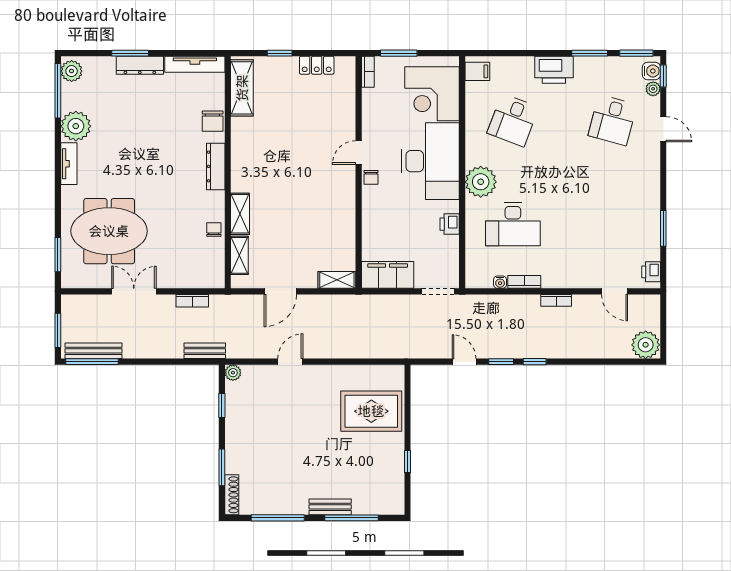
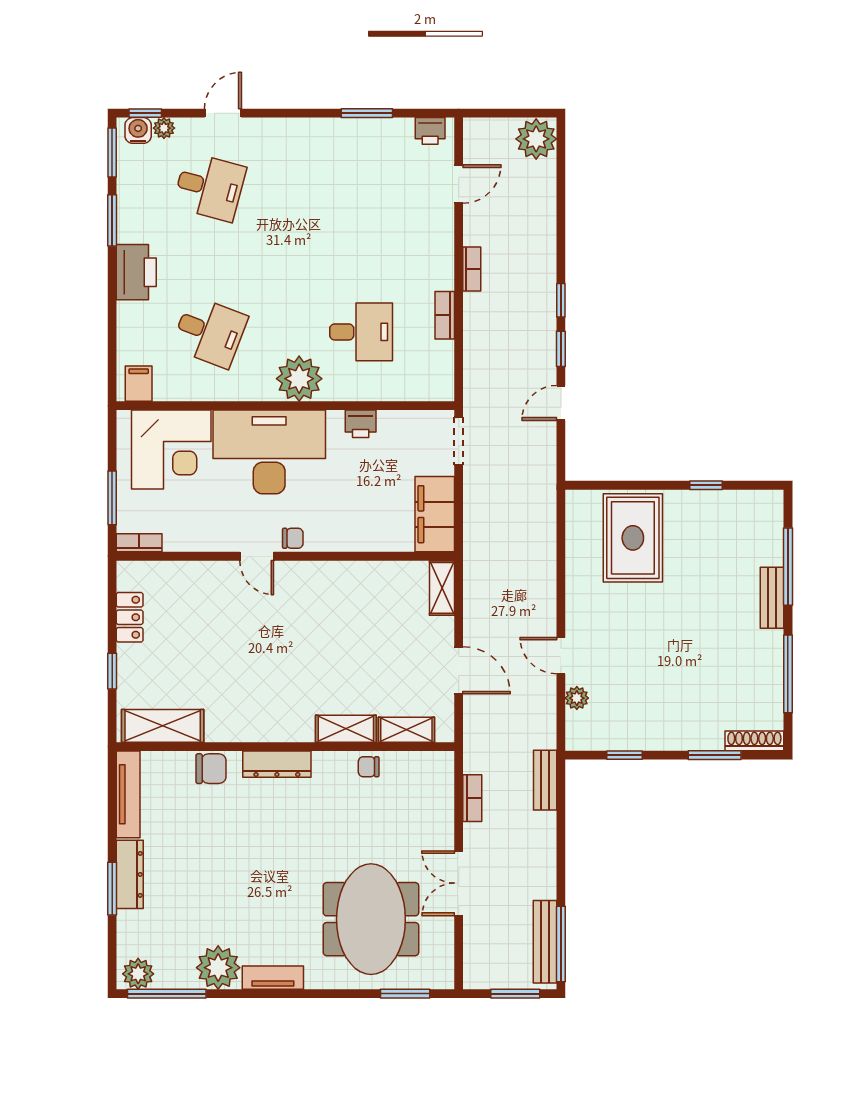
desk: (513, 224) -> (361, 332), width x0.73
water cooler: (500, 282) -> (445, 351), removed
plant: (233, 373) -> (577, 698), moved

